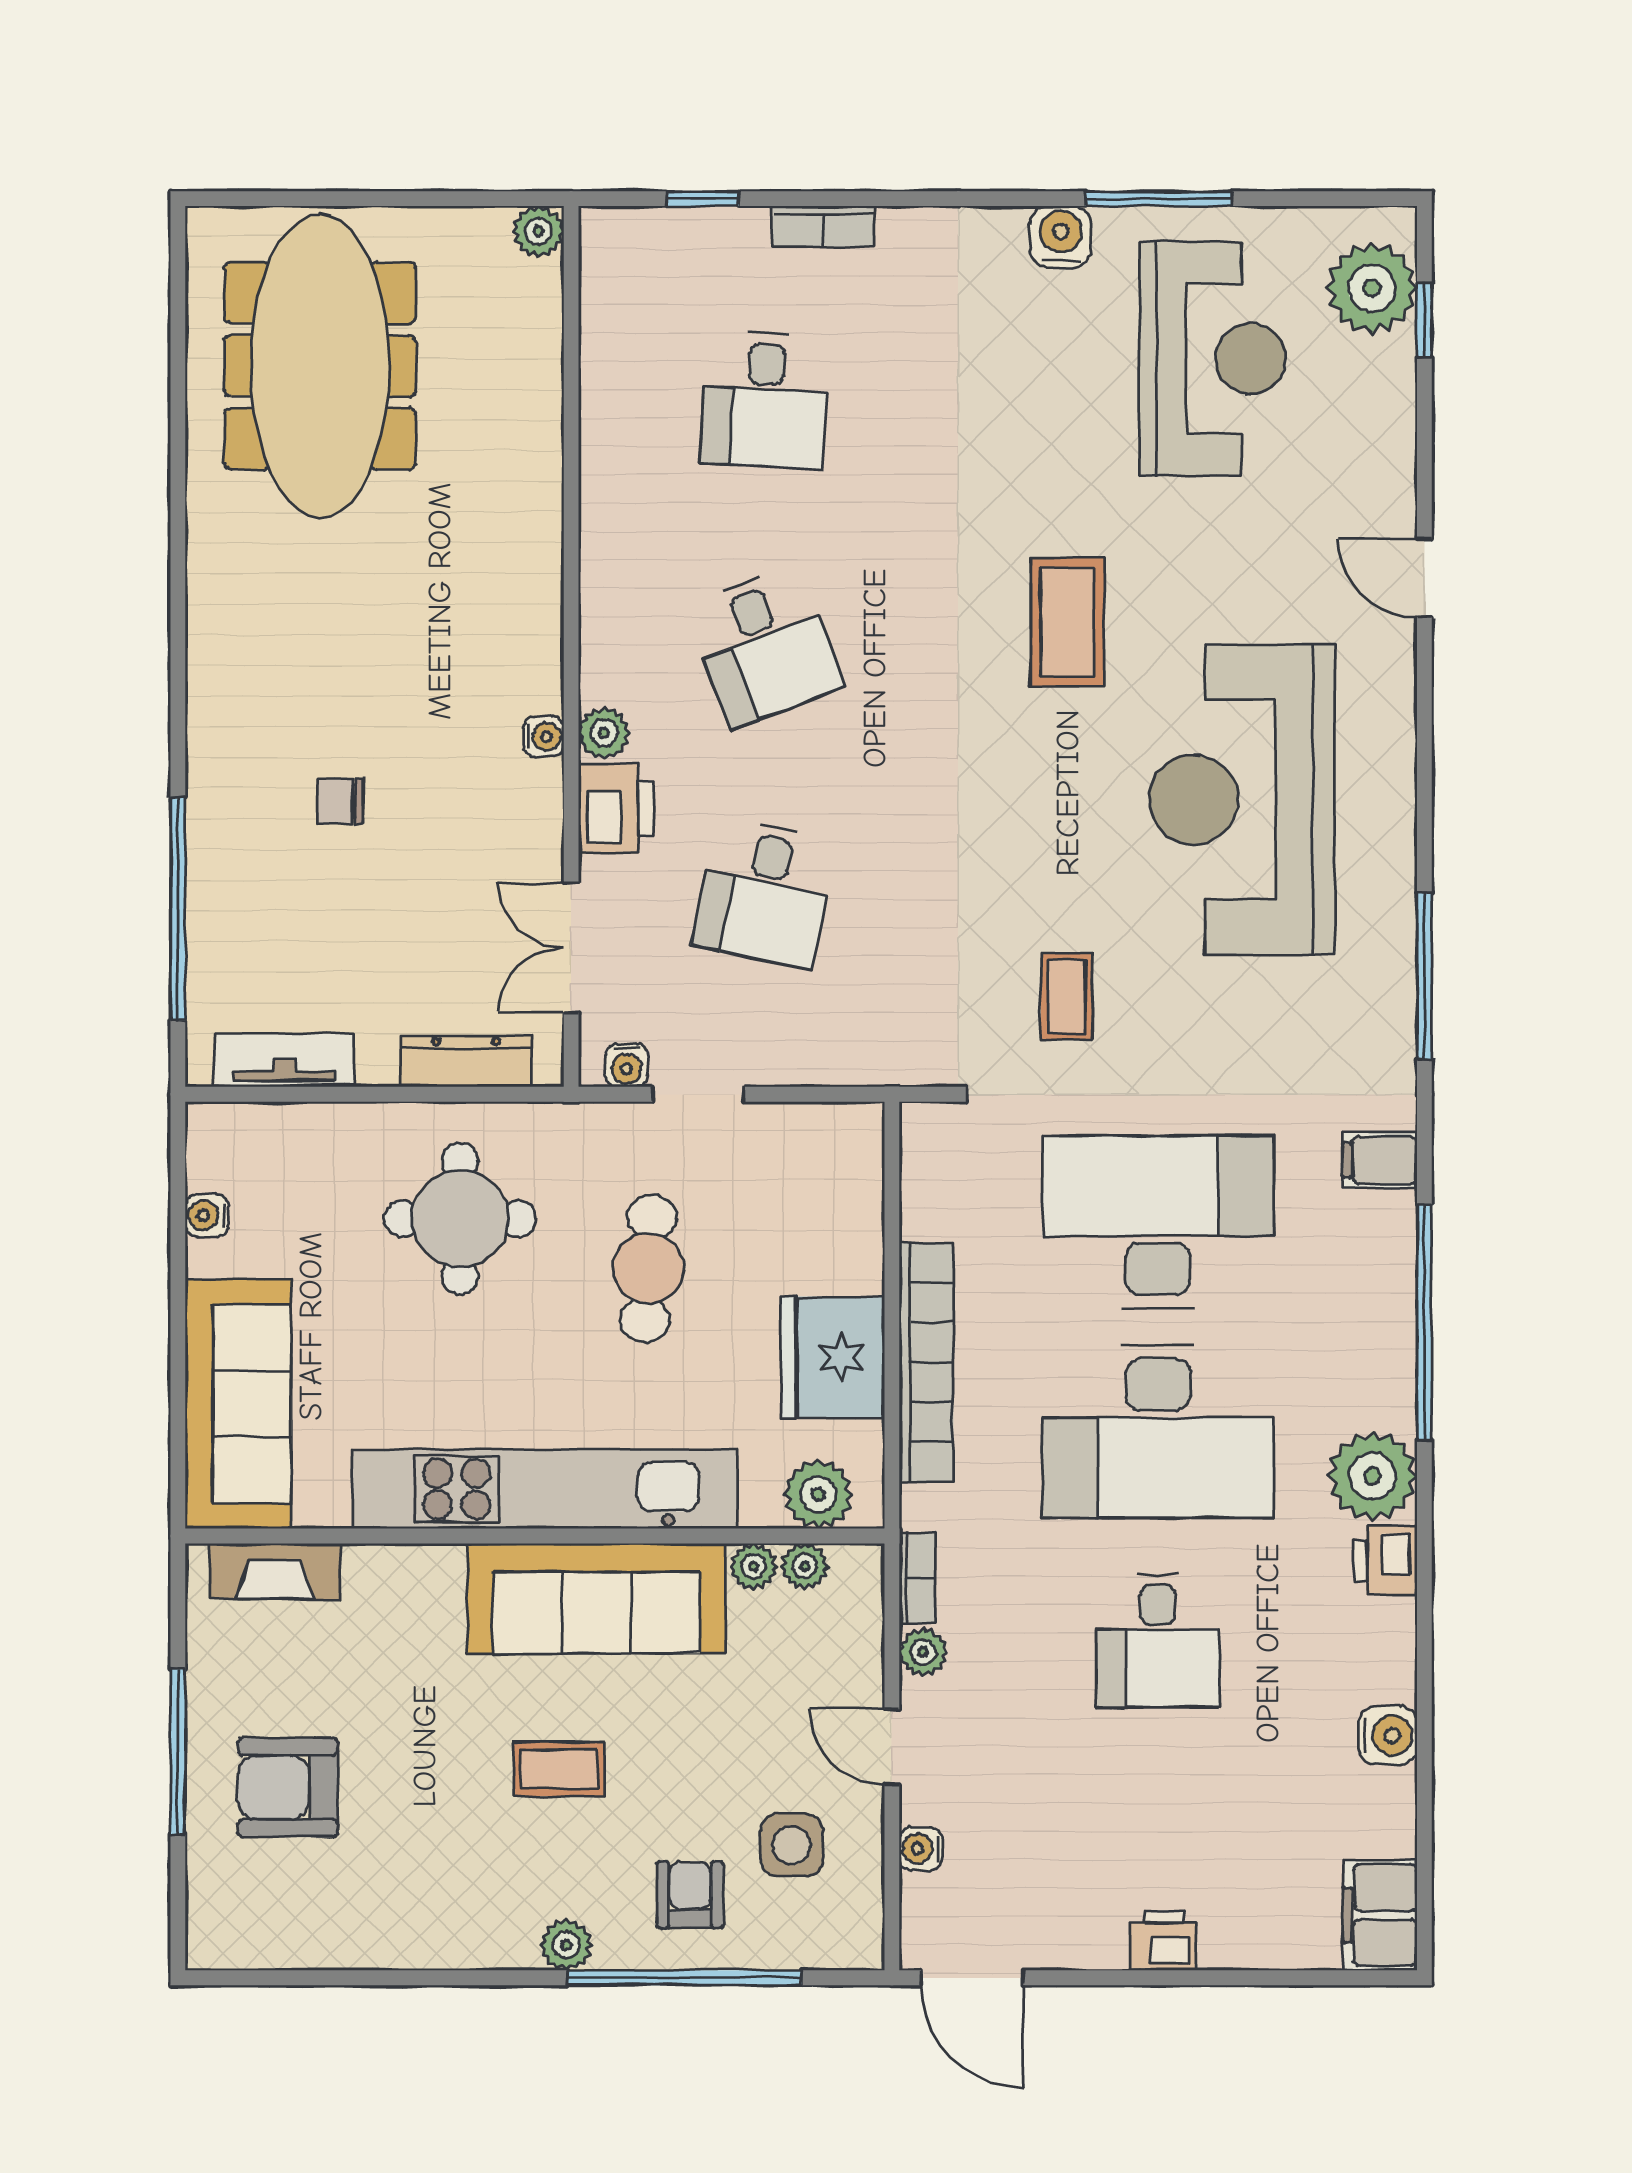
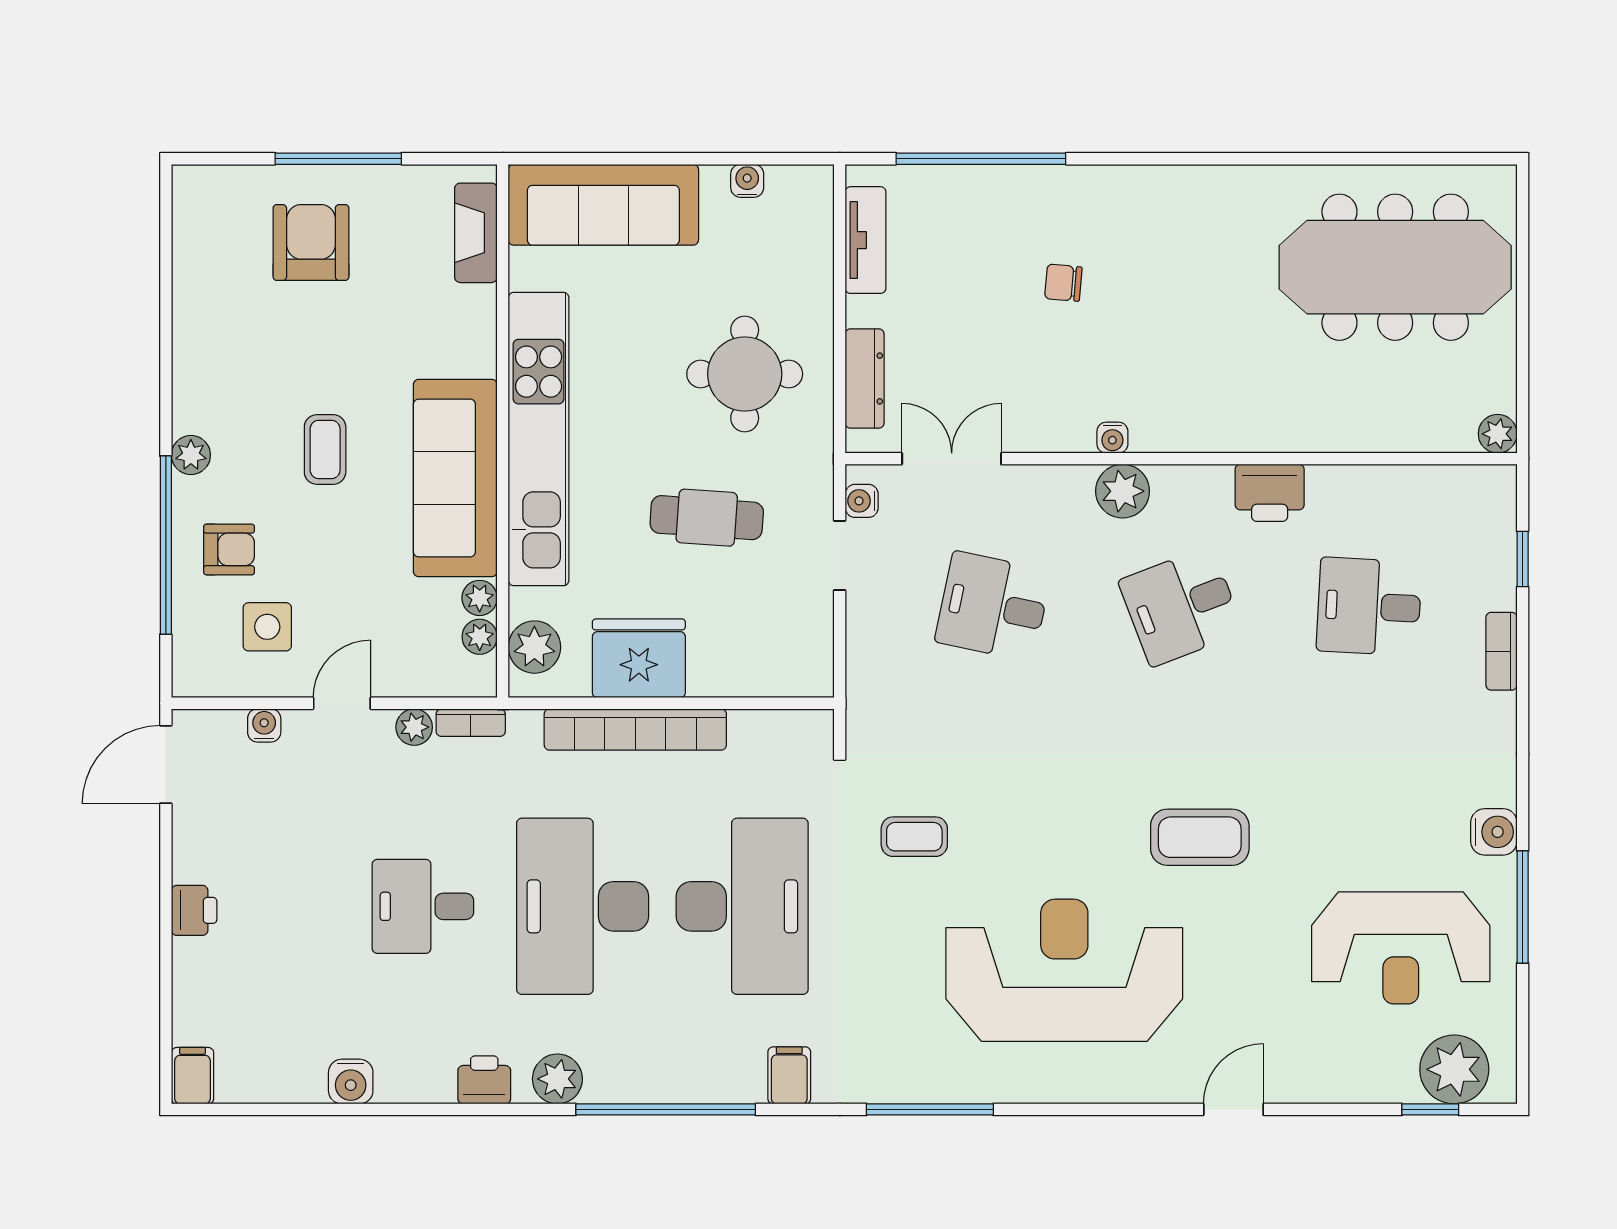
plant: (604, 733) -> (1123, 491), width x1.38, depth x1.38
chair: (340, 801) -> (1063, 283), turned -85
printer: (616, 809) -> (1270, 493), moved
plant: (1372, 1476) -> (557, 1079), width x0.73, depth x0.73
filing cabinet: (1380, 1915) -> (192, 1076), width x0.50

